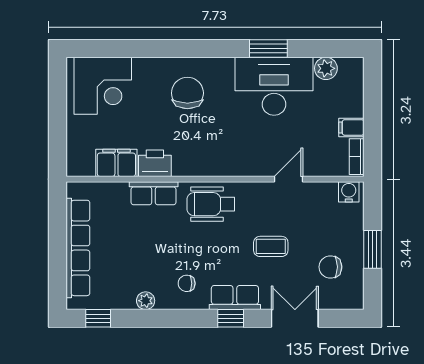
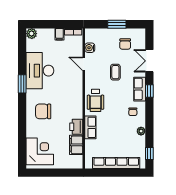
window: (268, 49) -> (22, 84), moved
plant: (326, 68) -> (32, 34), moved
water cooler: (349, 192) -> (90, 48), moved

